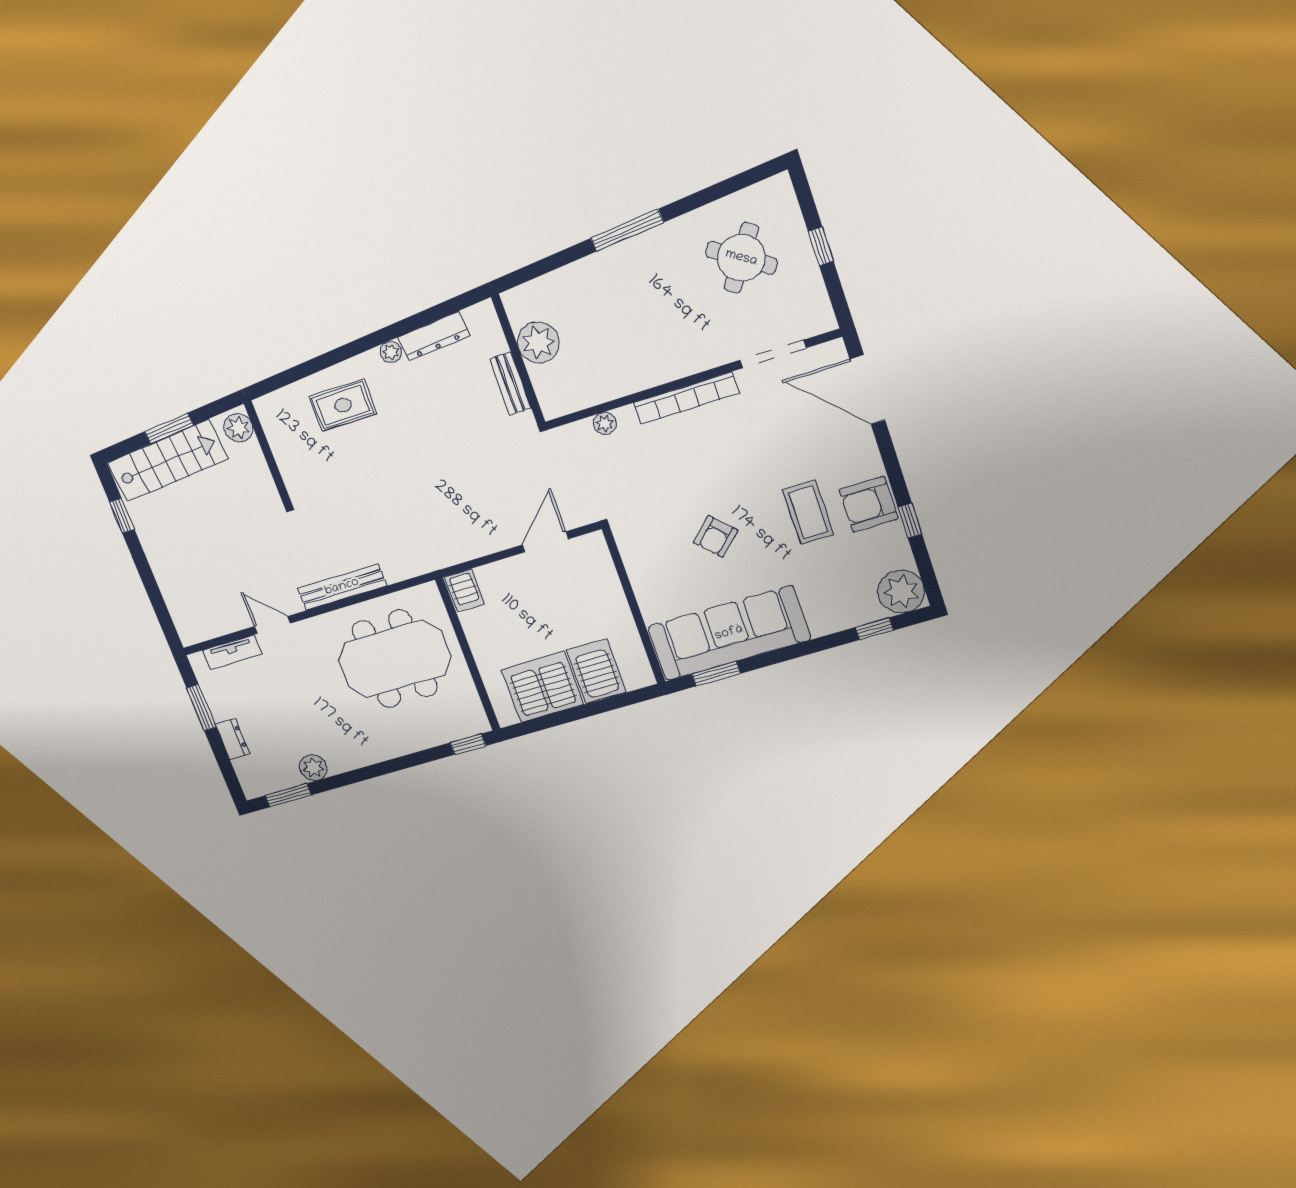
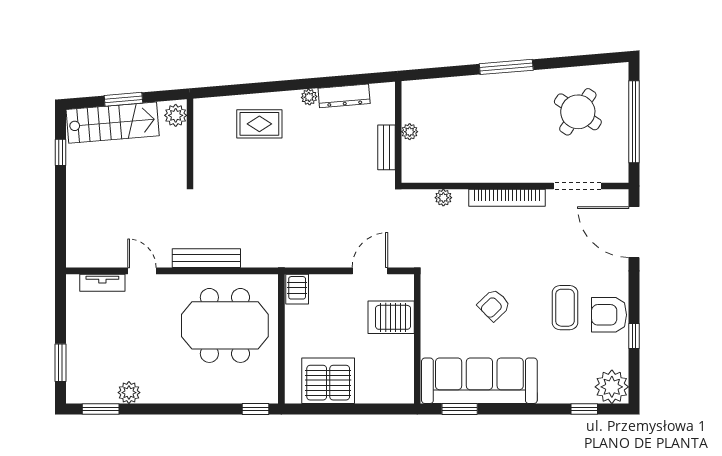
window: (821, 246) -> (634, 122), width x3.17
plant: (538, 342) -> (410, 132), width x0.53, depth x0.53
server rack: (596, 671) -> (391, 317), moved, turned -90
window: (201, 708) -> (60, 363), moved
dresser: (232, 739) -> (75, 351), removed

